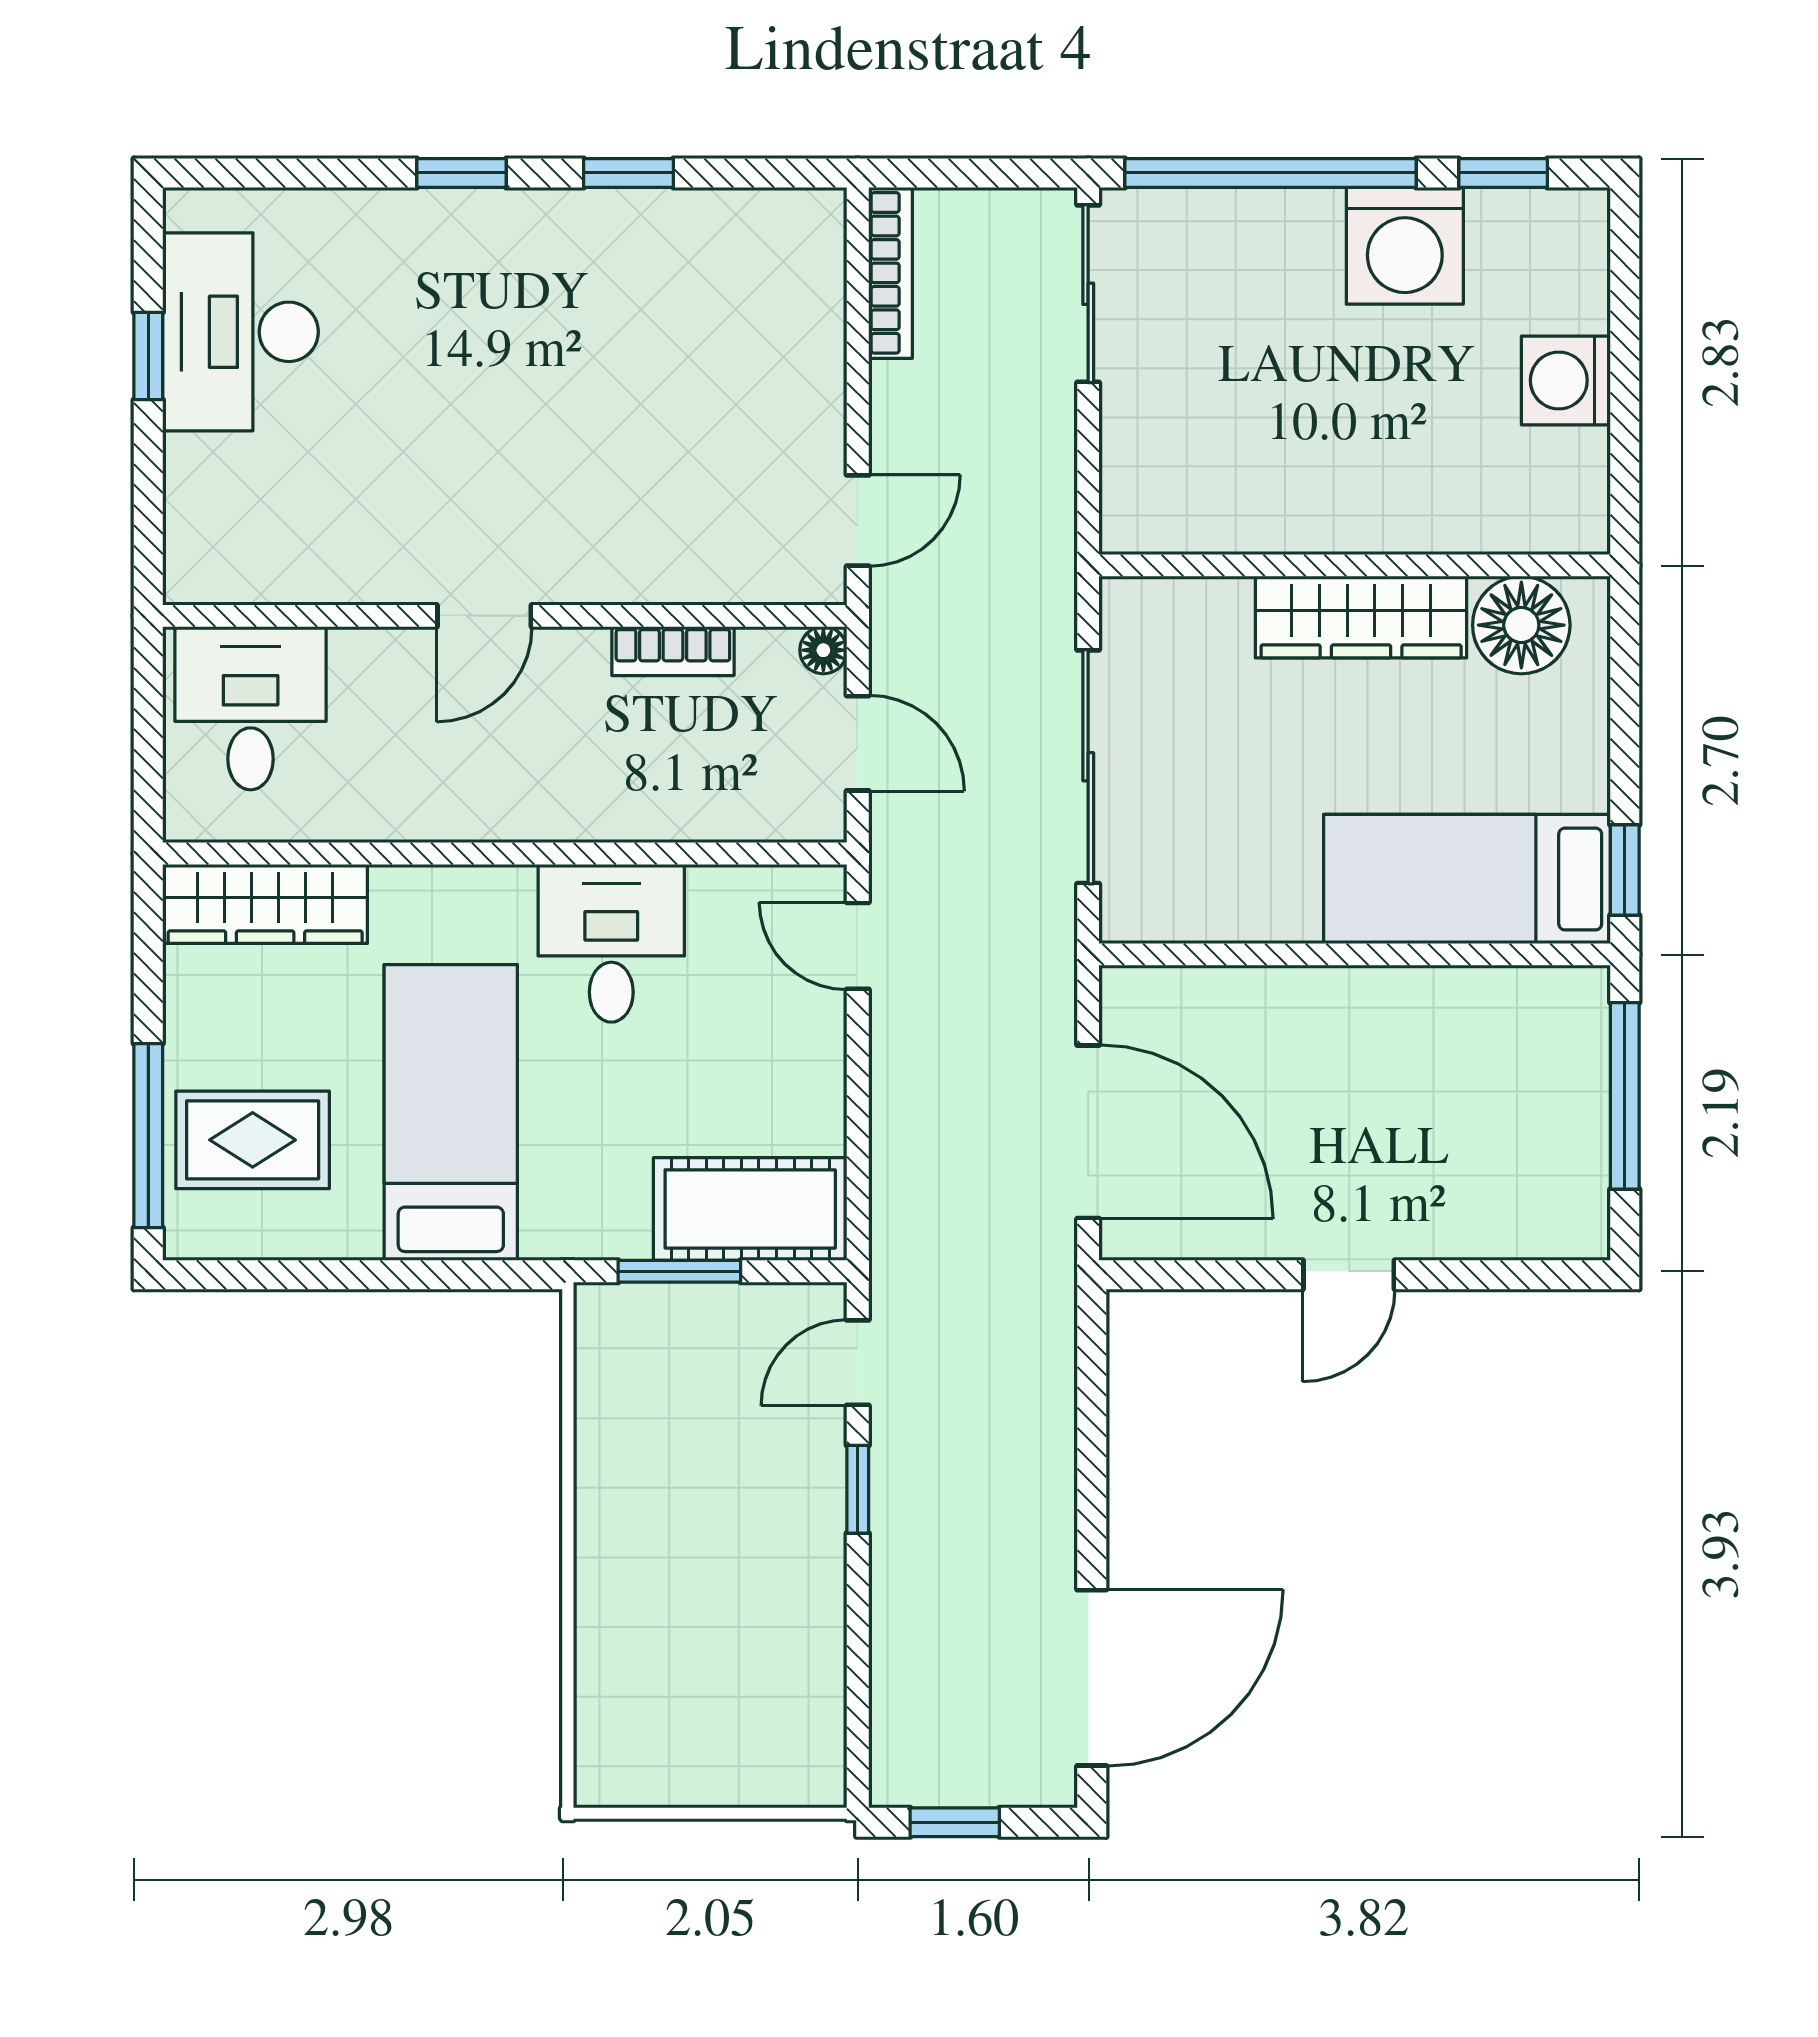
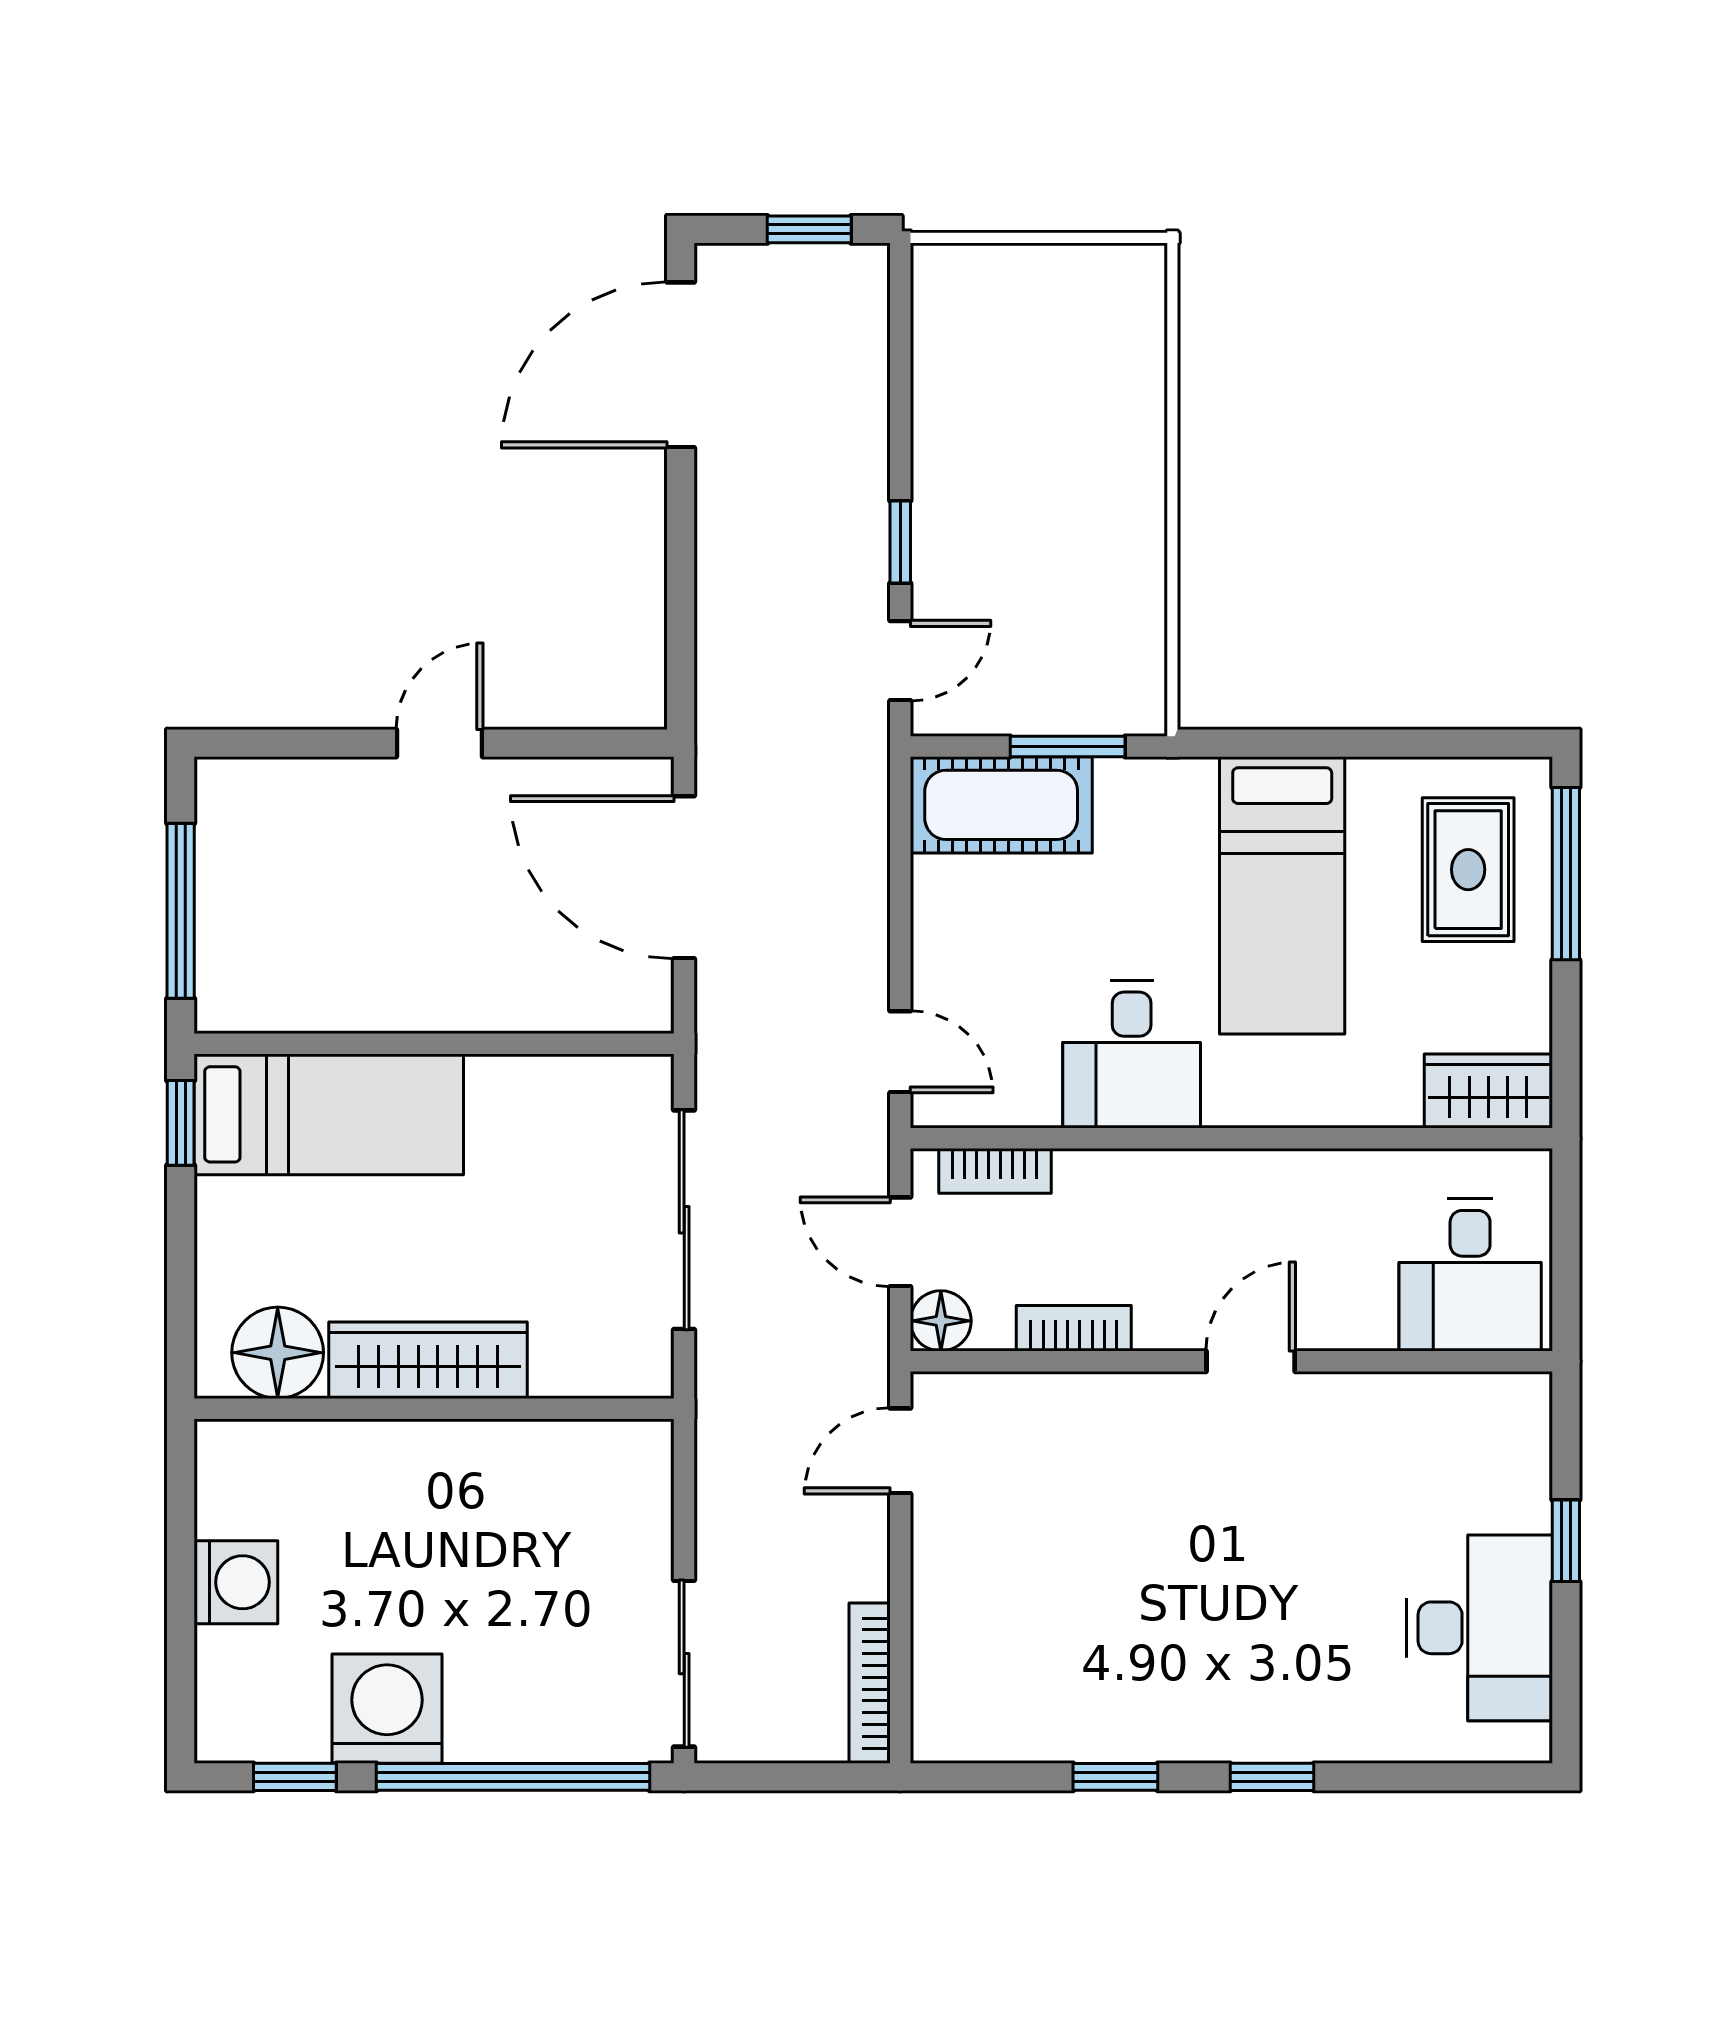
window: (148, 356) -> (1566, 1541), moved
floor lamp: (823, 650) -> (941, 1321), width x1.37, depth x1.37
bookcase: (757, 819) -> (995, 1171), added
wardrobe: (265, 904) -> (1488, 1091), width x0.67
rug: (253, 1140) -> (1468, 870), turned 90

